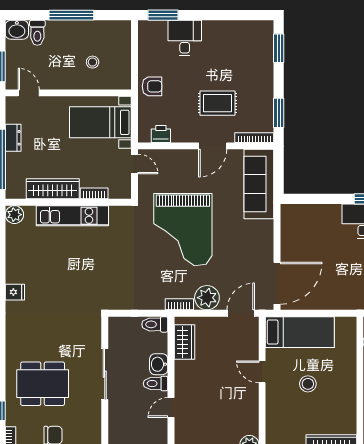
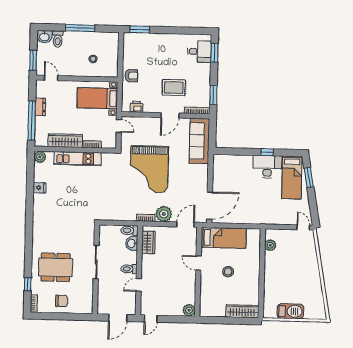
desk: (185, 38) -> (199, 52), moved, turned 90
fridge: (15, 292) -> (39, 188), moved
washbasin: (159, 364) -> (132, 243), moved

